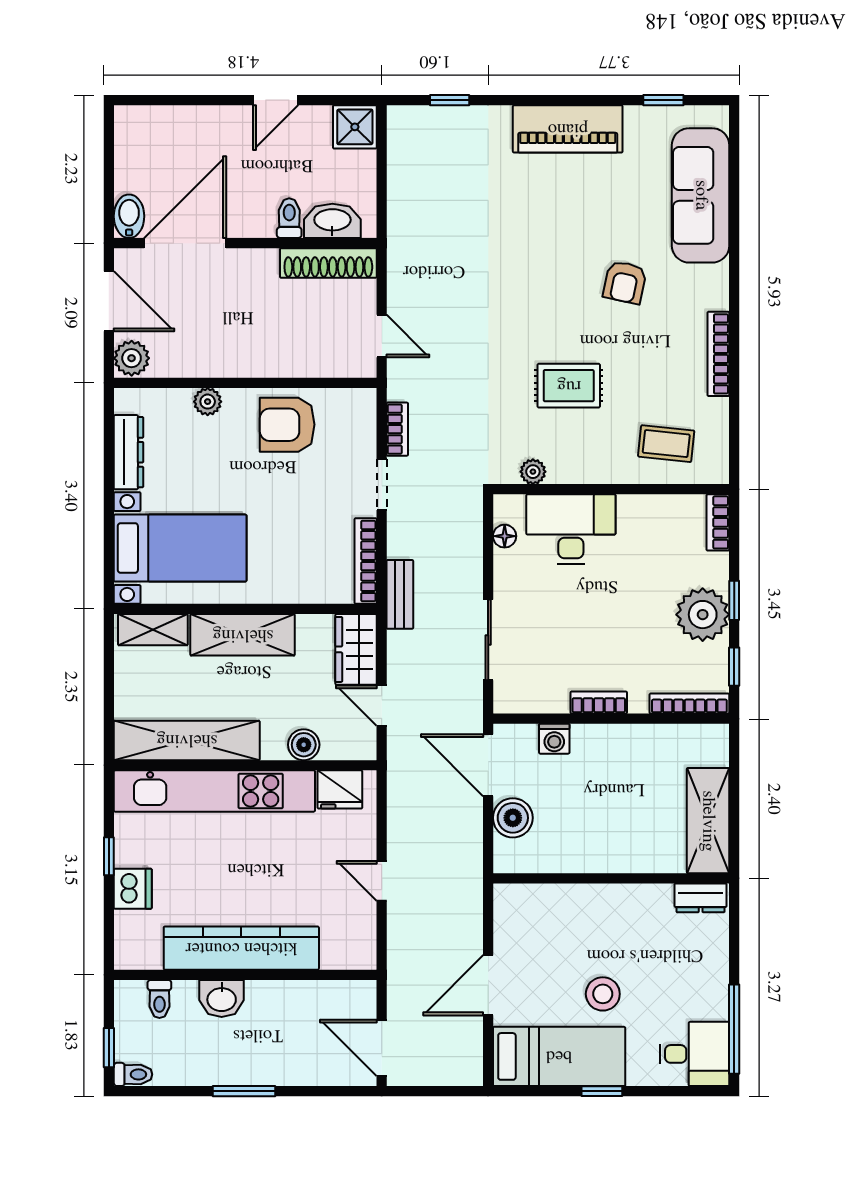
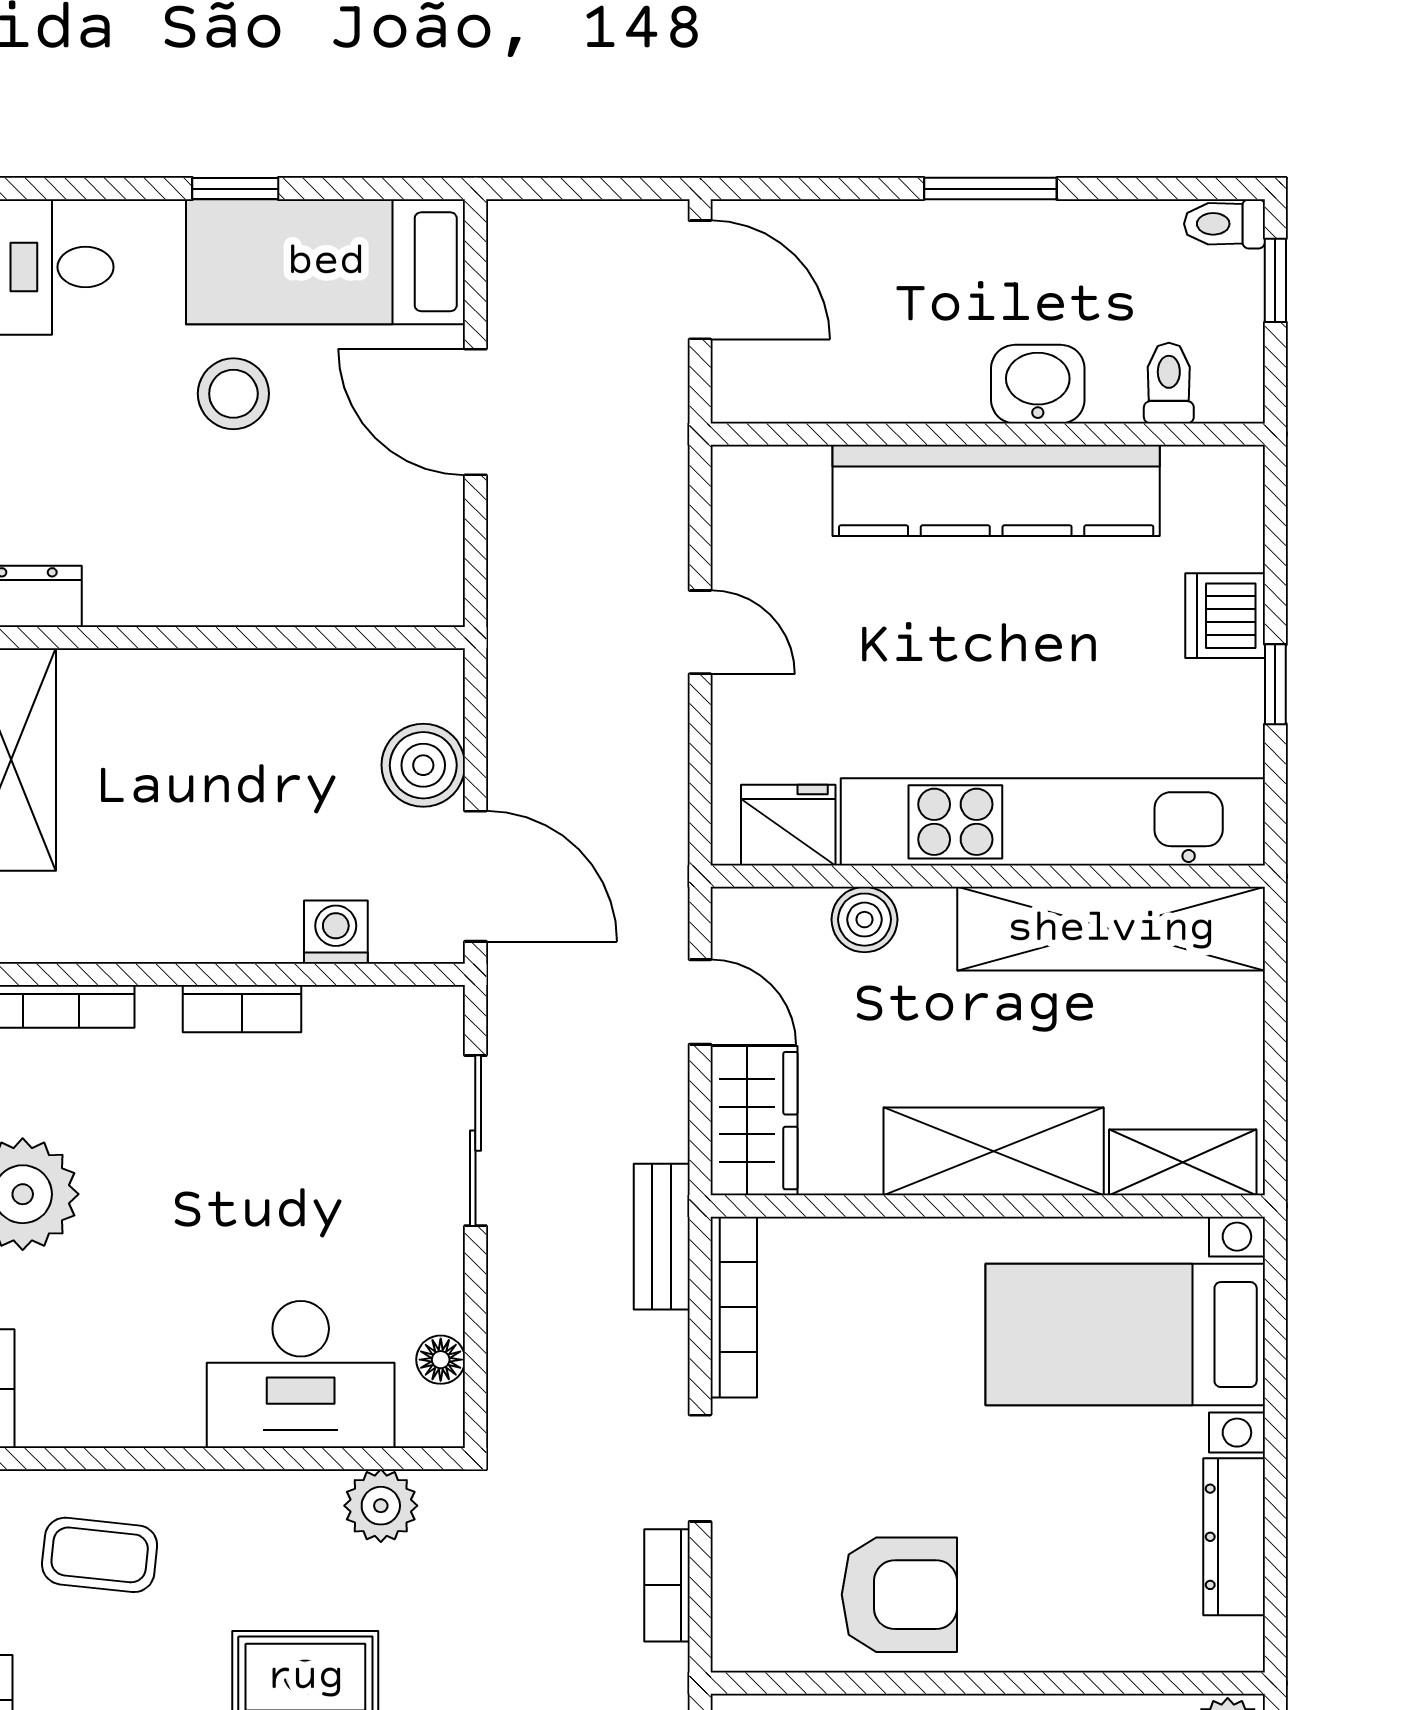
plant: (208, 402) -> (1067, 1644), removed
plant: (533, 472) -> (381, 1506), width x1.38, depth x1.38
door: (488, 985) -> (475, 412), swing flipped

